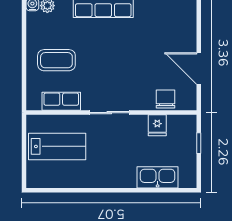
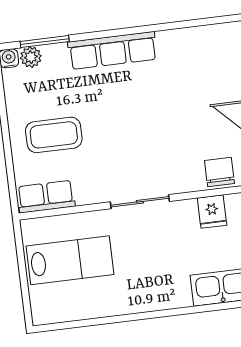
row of seats: (61, 101) -> (46, 197), moved

